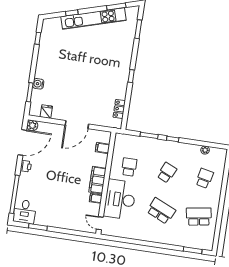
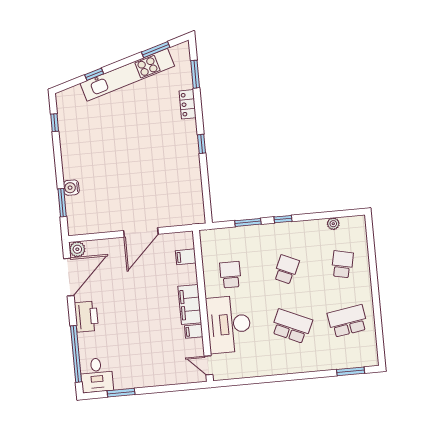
locker: (119, 109) -> (188, 104), moved
fridge: (46, 112) -> (93, 224), removed
printer: (26, 166) -> (86, 317), width x1.87, depth x1.48

